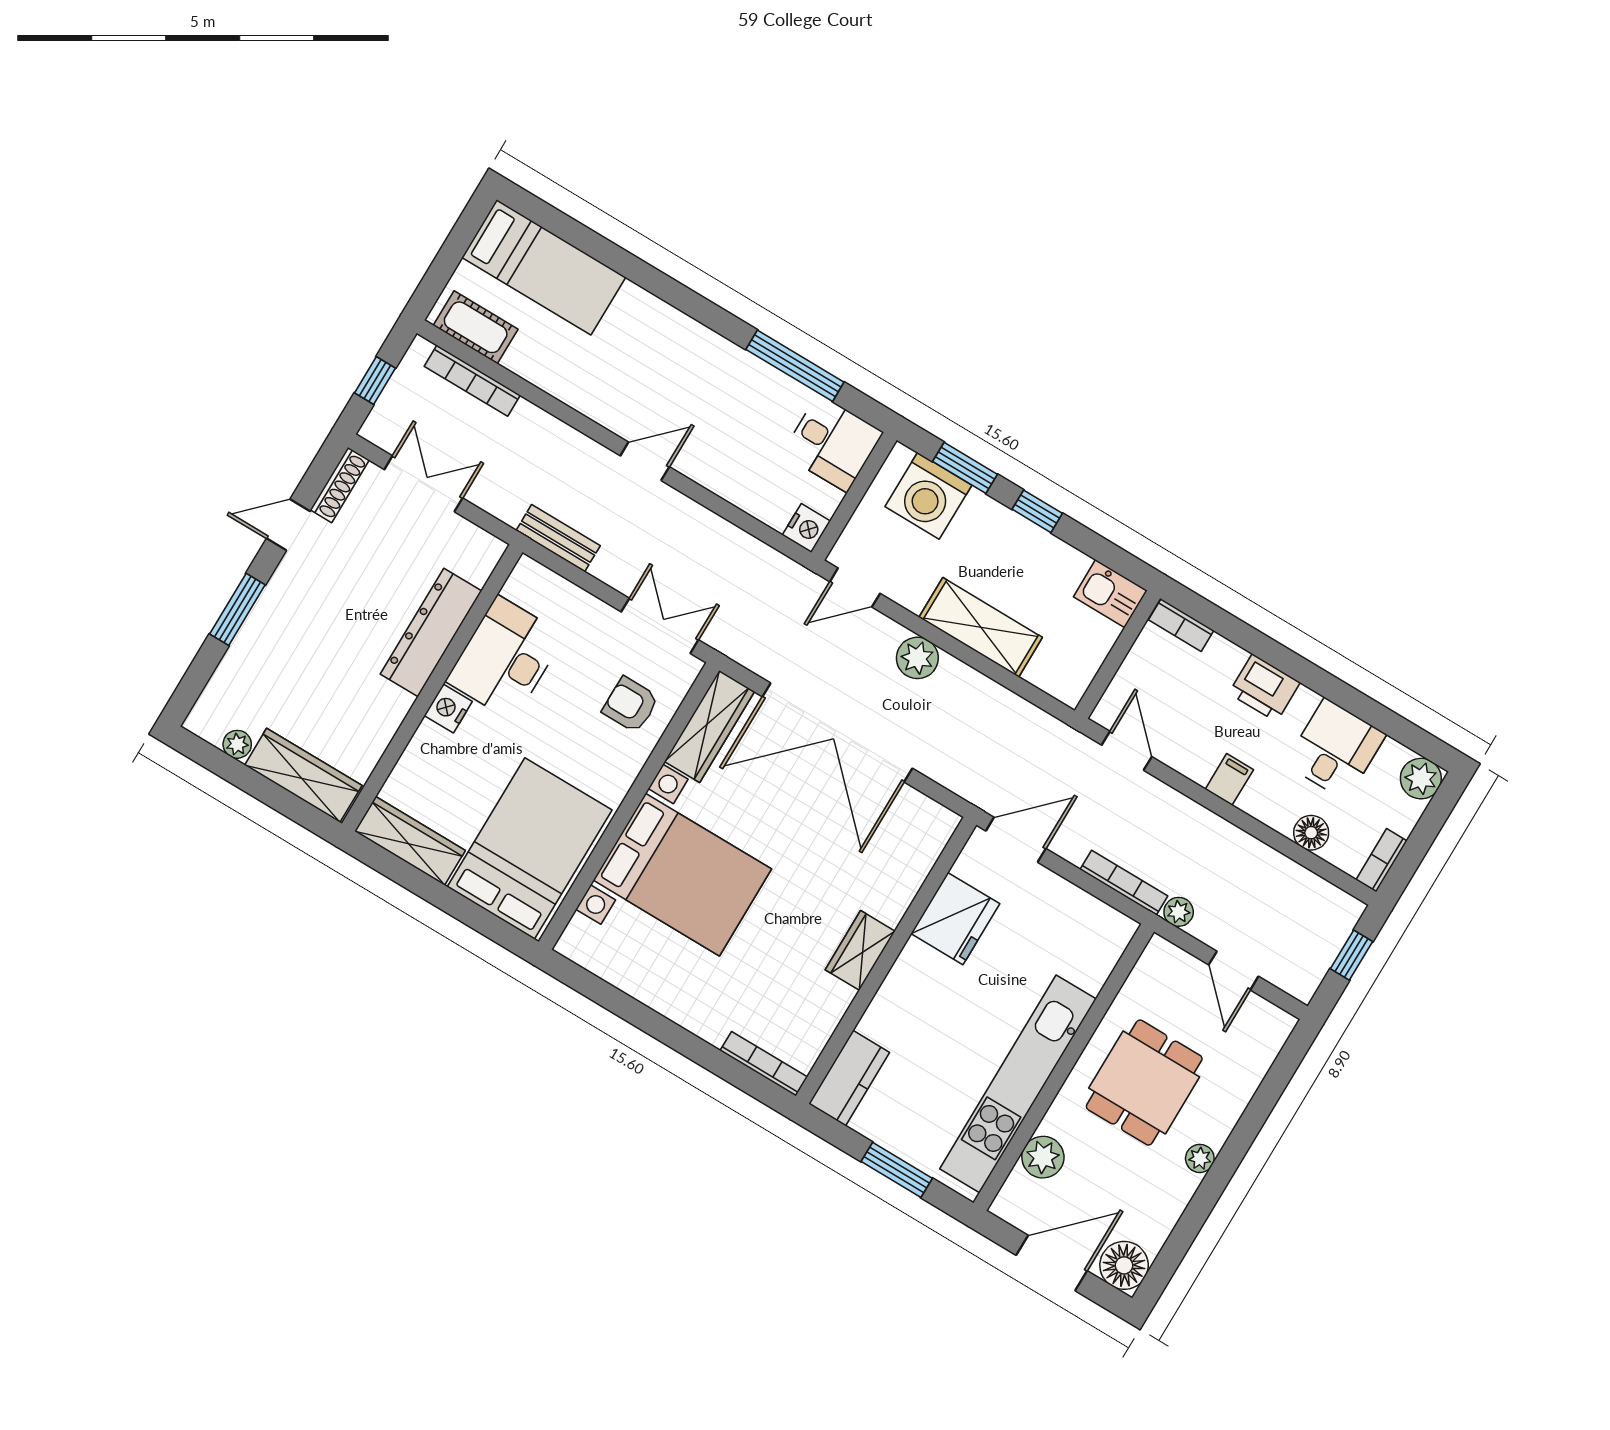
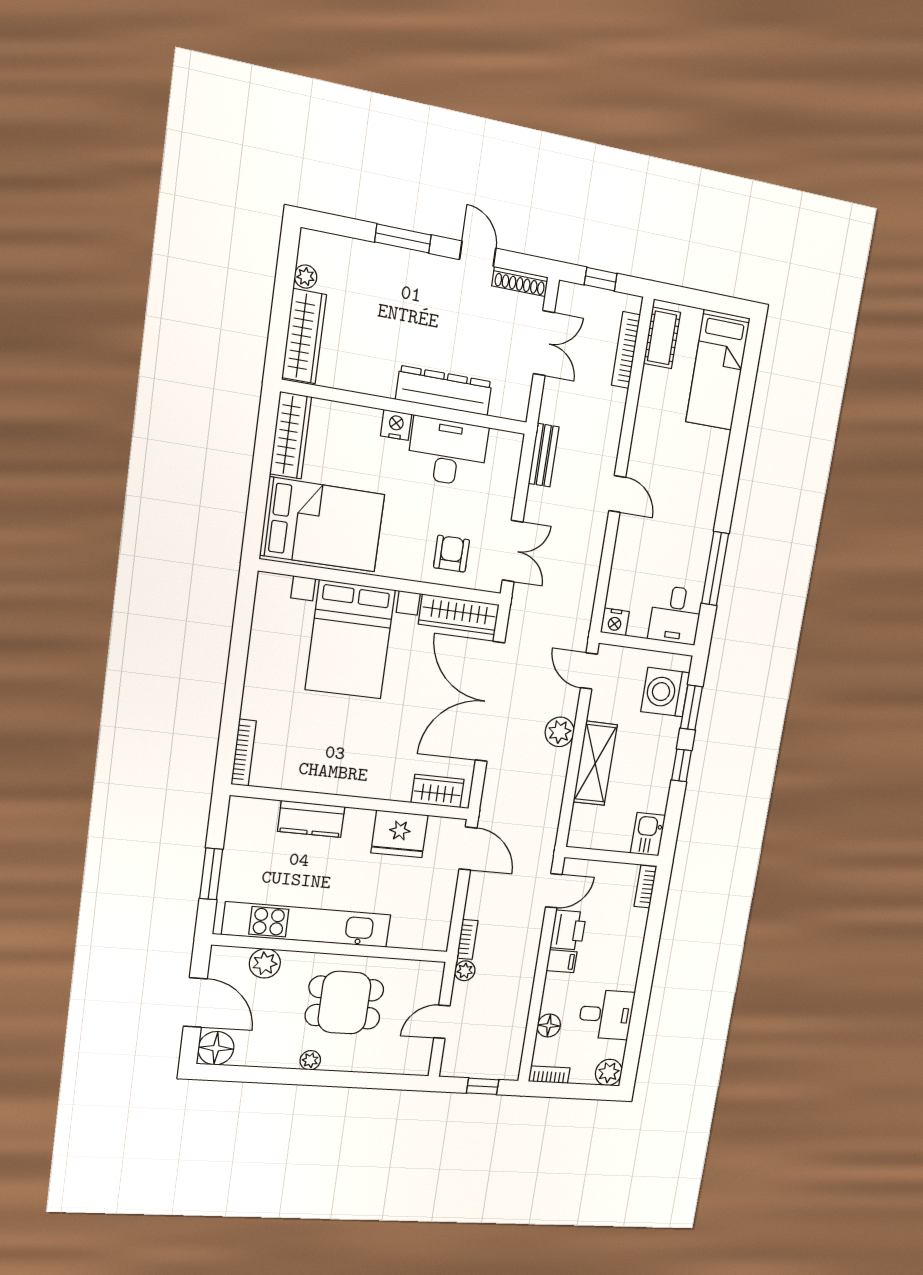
printer: (1264, 688) -> (568, 930), moved, turned 180
bookcase: (1124, 883) -> (467, 939), width x0.64
wardrobe: (860, 950) -> (437, 791), moved
kitchen counter: (849, 1078) -> (311, 819), moved

